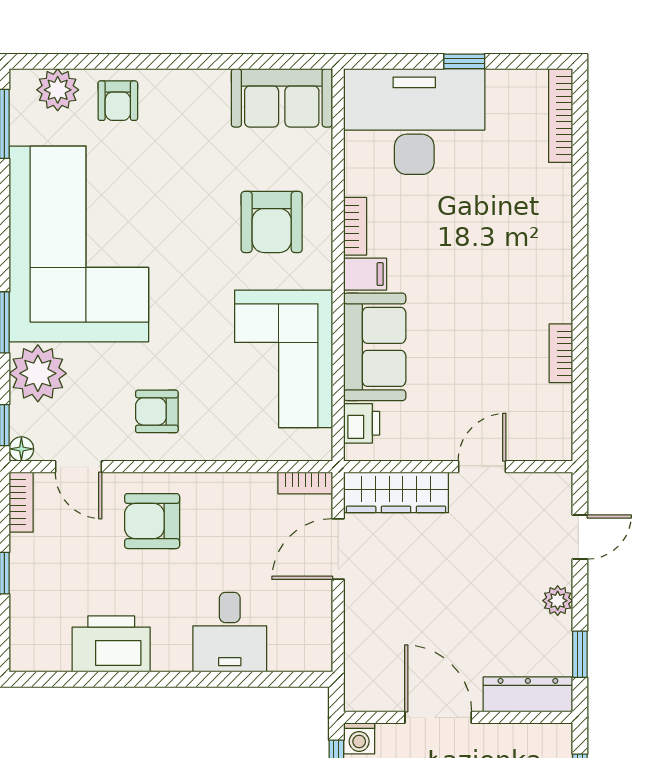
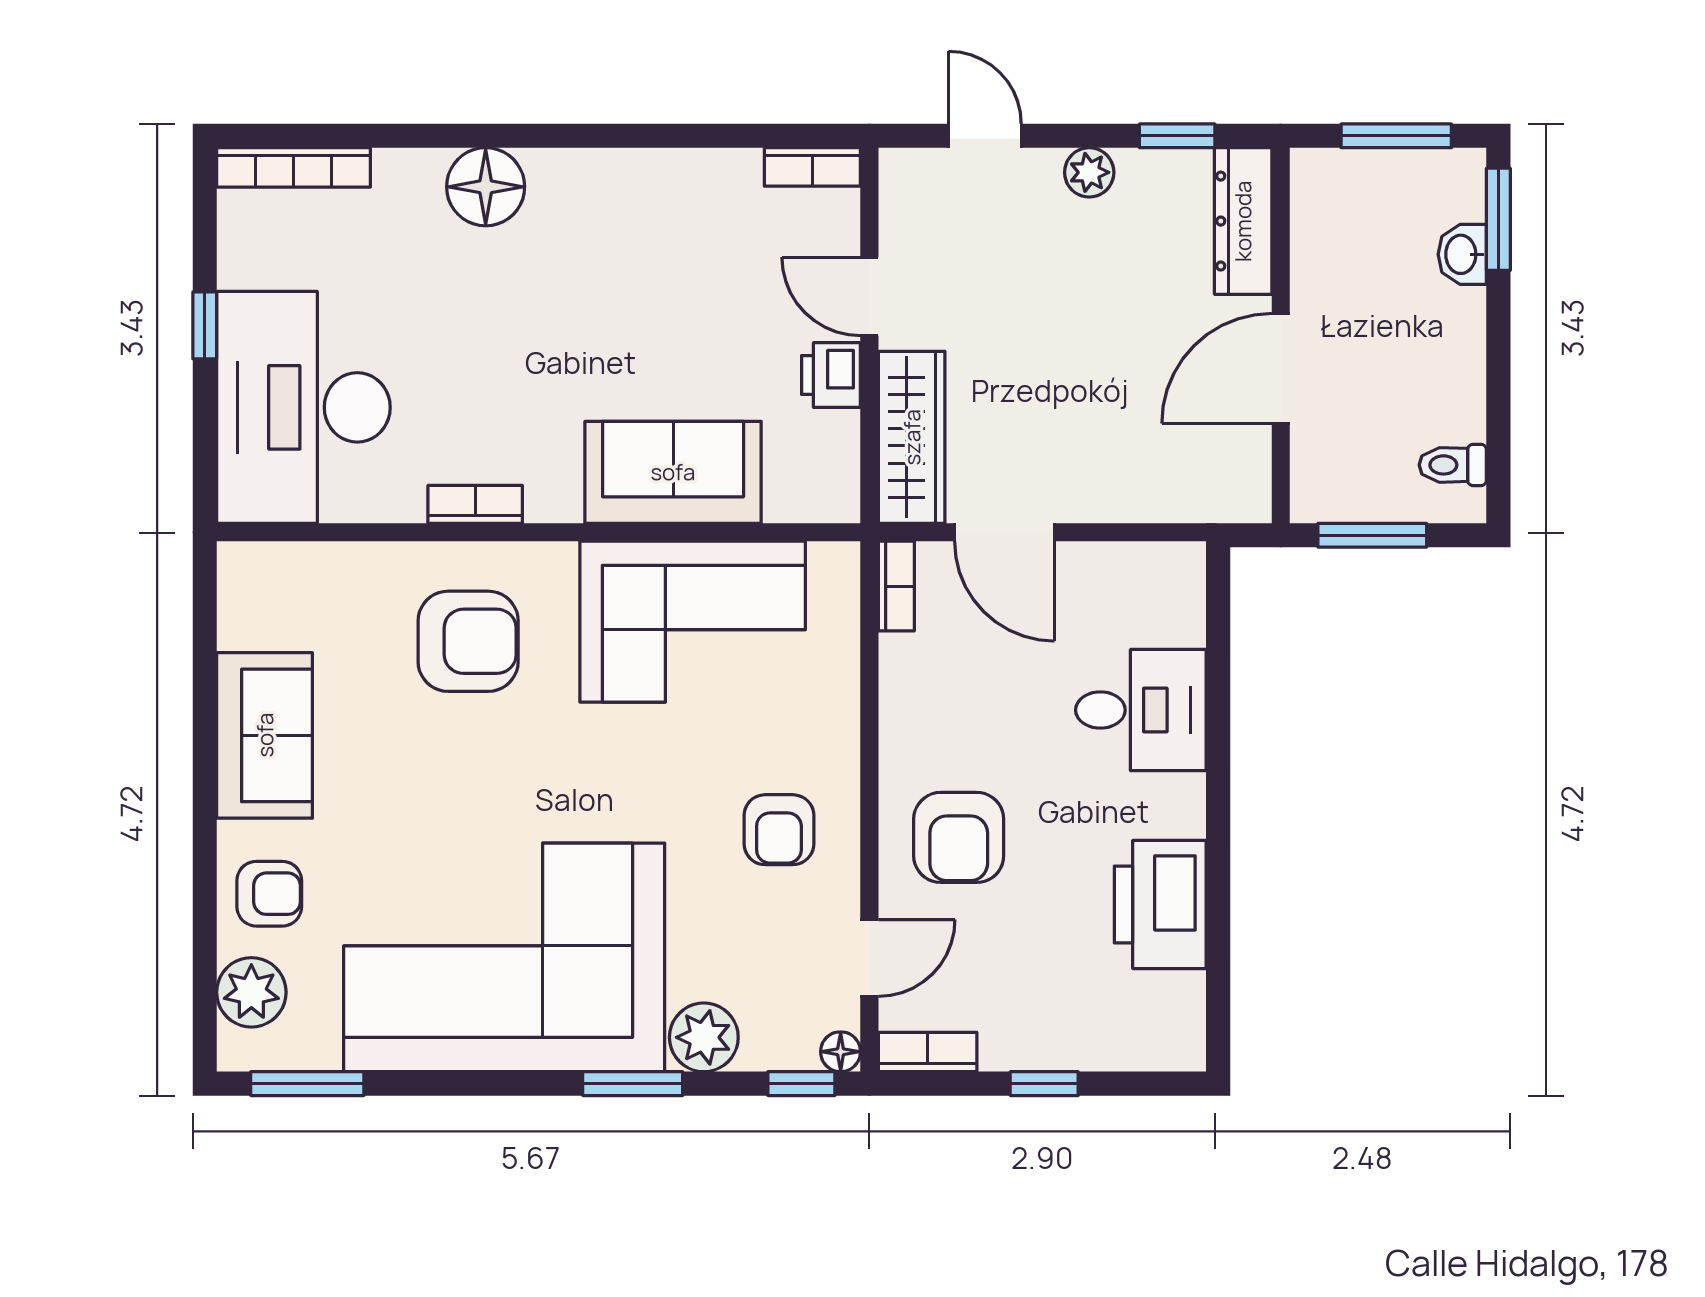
sofa: (282, 98) -> (265, 735), moved
floor lamp: (549, 233) -> (486, 187), added
filing cabinet: (365, 274) -> (554, 488), removed
bookcase: (561, 353) -> (812, 167), moved
plant: (38, 373) -> (704, 1037), width x0.73, depth x0.73
printer: (362, 423) -> (831, 375), moved, turned -90
washing machine: (359, 738) -> (1315, 498), removed

